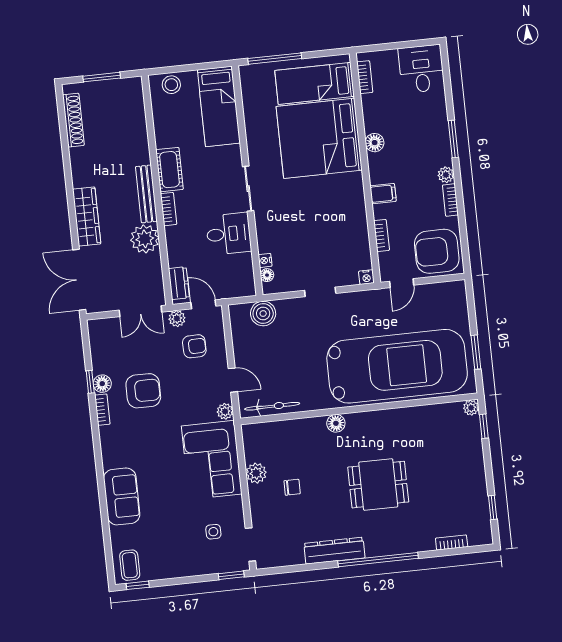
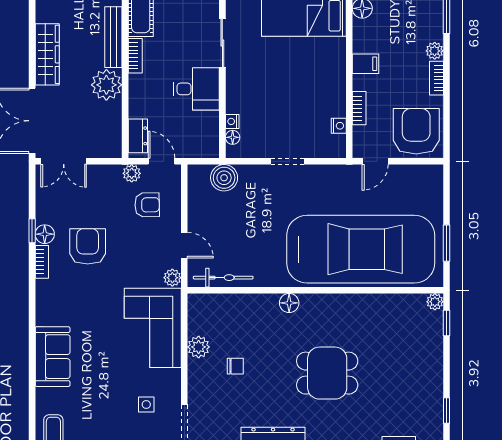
armchair: (437, 251) -> (416, 131), turned 90
nightstand: (366, 277) -> (339, 126), moved, turned -90
double door: (140, 311) -> (64, 161), moved
armchair: (143, 391) -> (88, 246), turned -90

